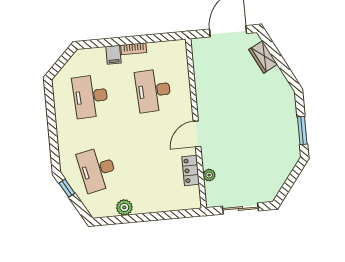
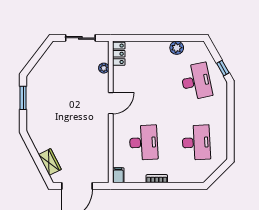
filing cabinet: (113, 55) -> (118, 175), moved
locker: (191, 171) -> (119, 54), moved

